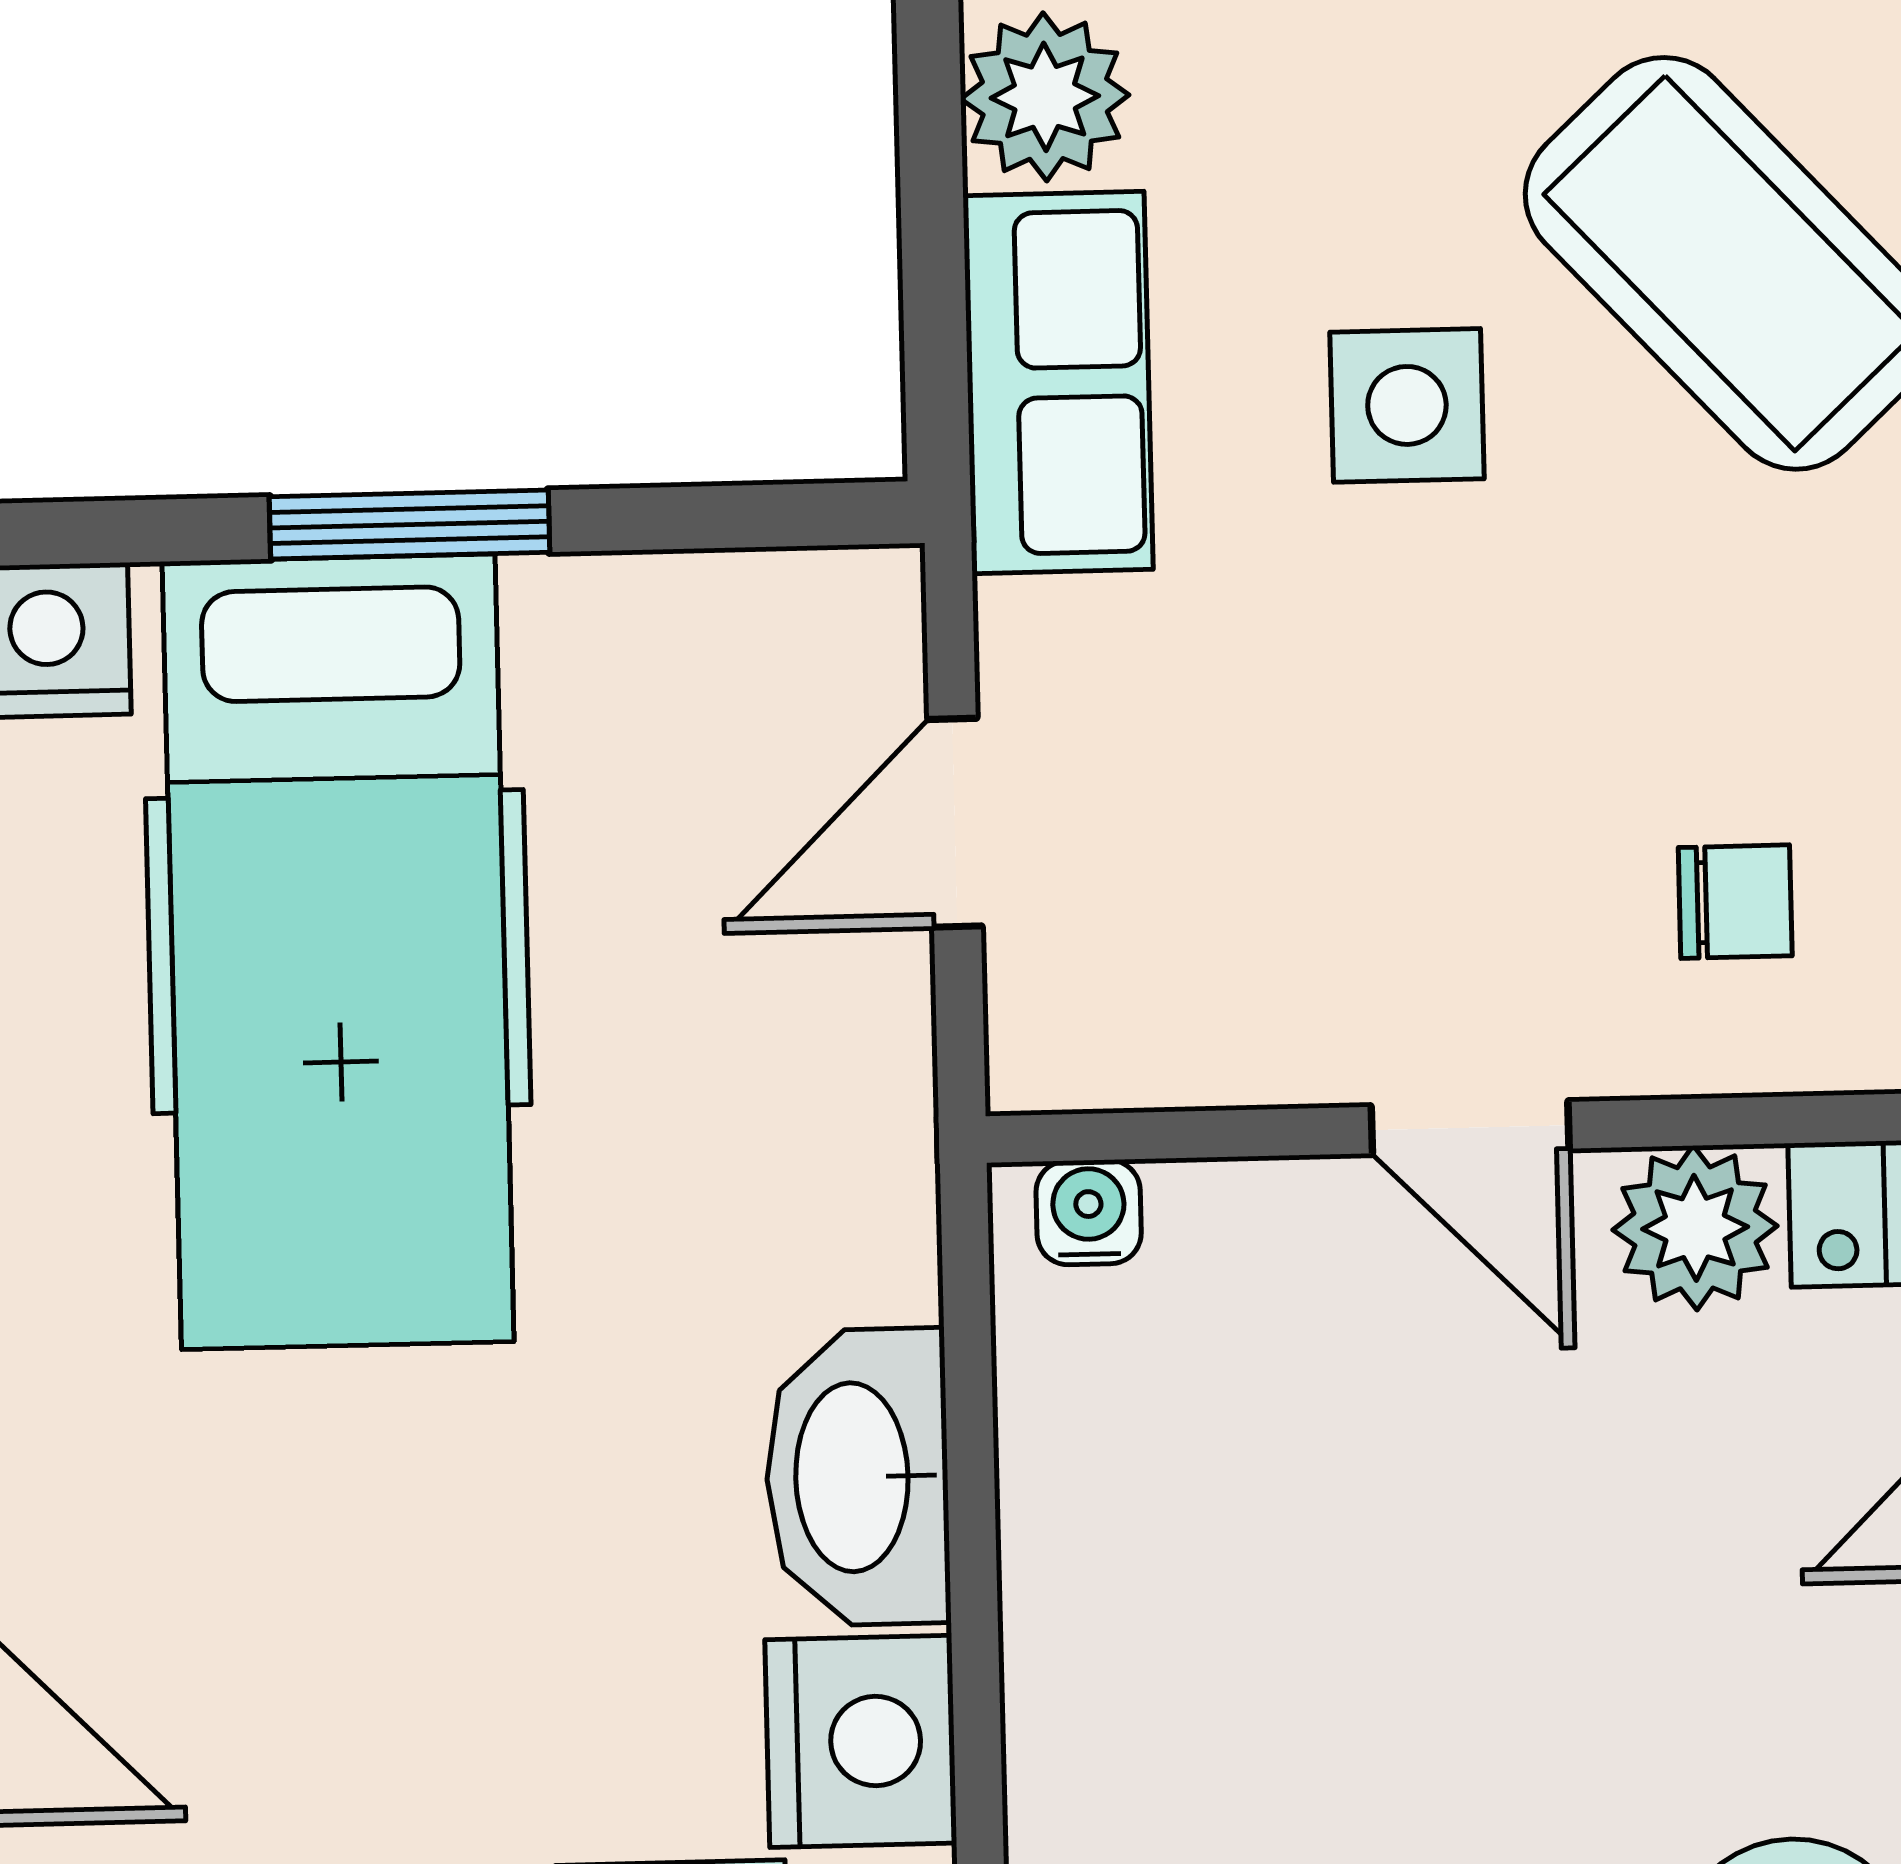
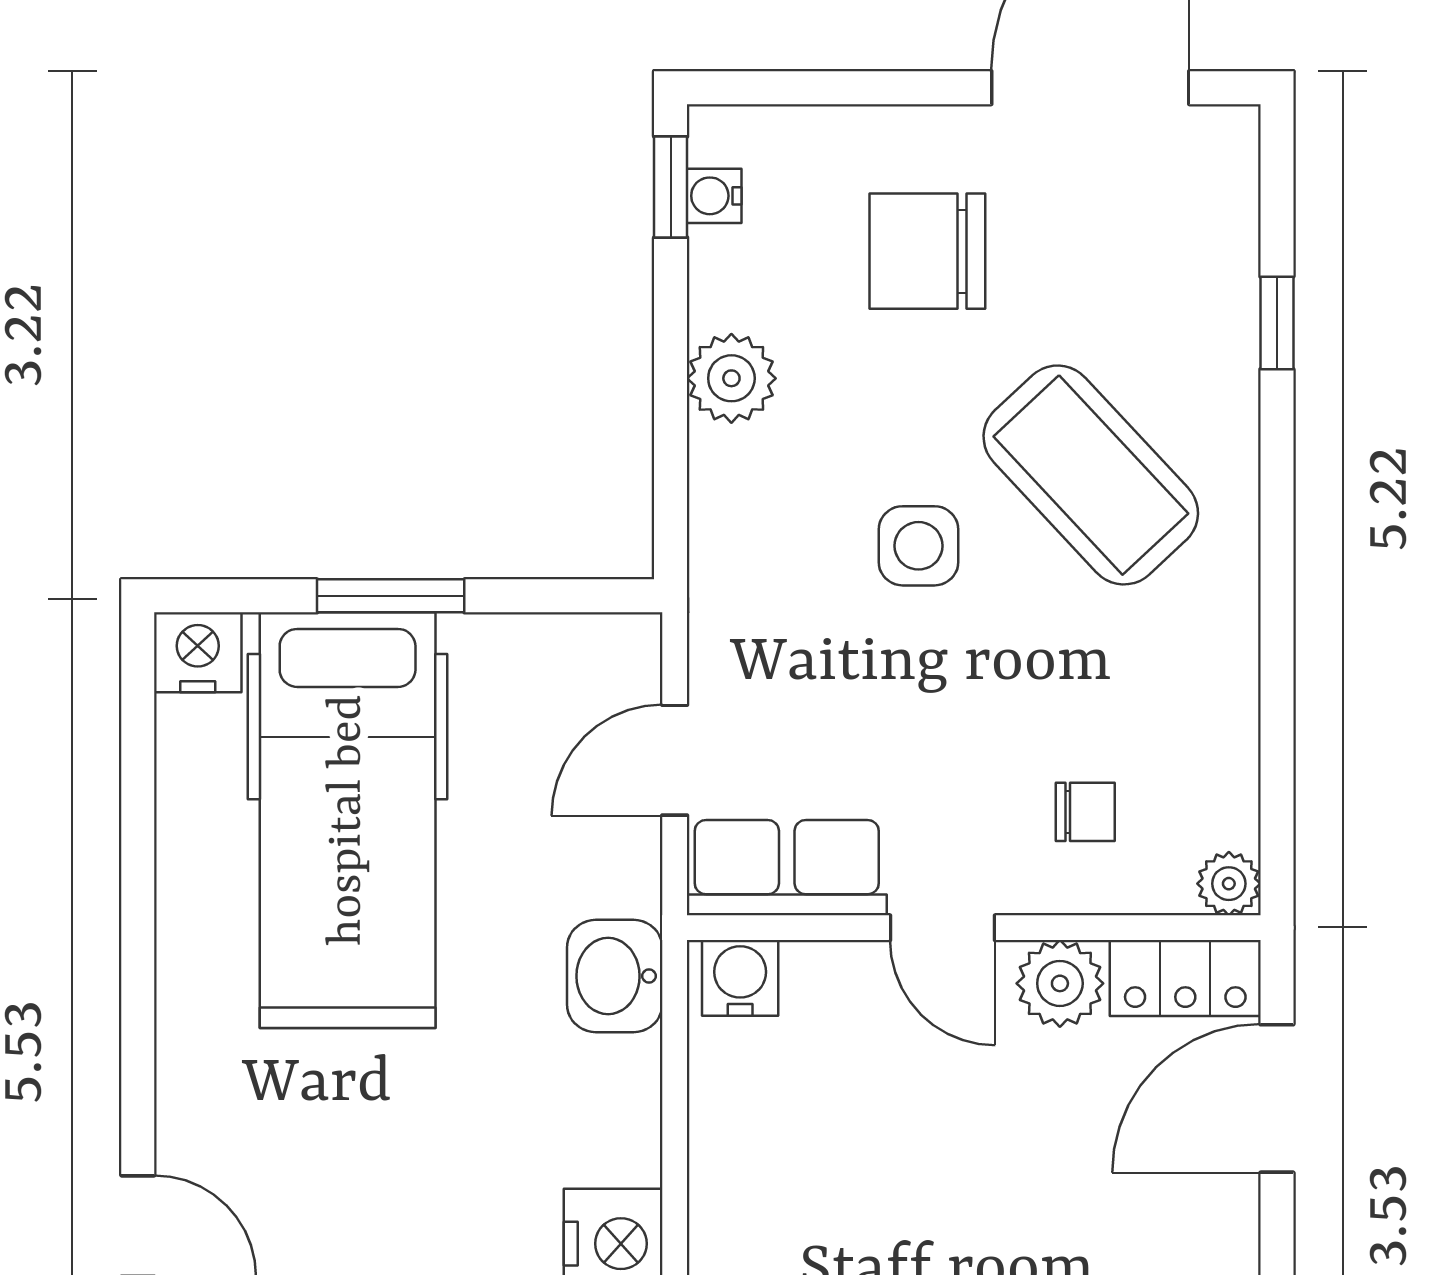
row of seats: (1058, 383) -> (787, 868), moved, turned -90
water cooler: (1089, 1212) -> (740, 978), width x1.38, depth x1.38
washbasin: (857, 1477) -> (615, 976), moved, width x0.72

